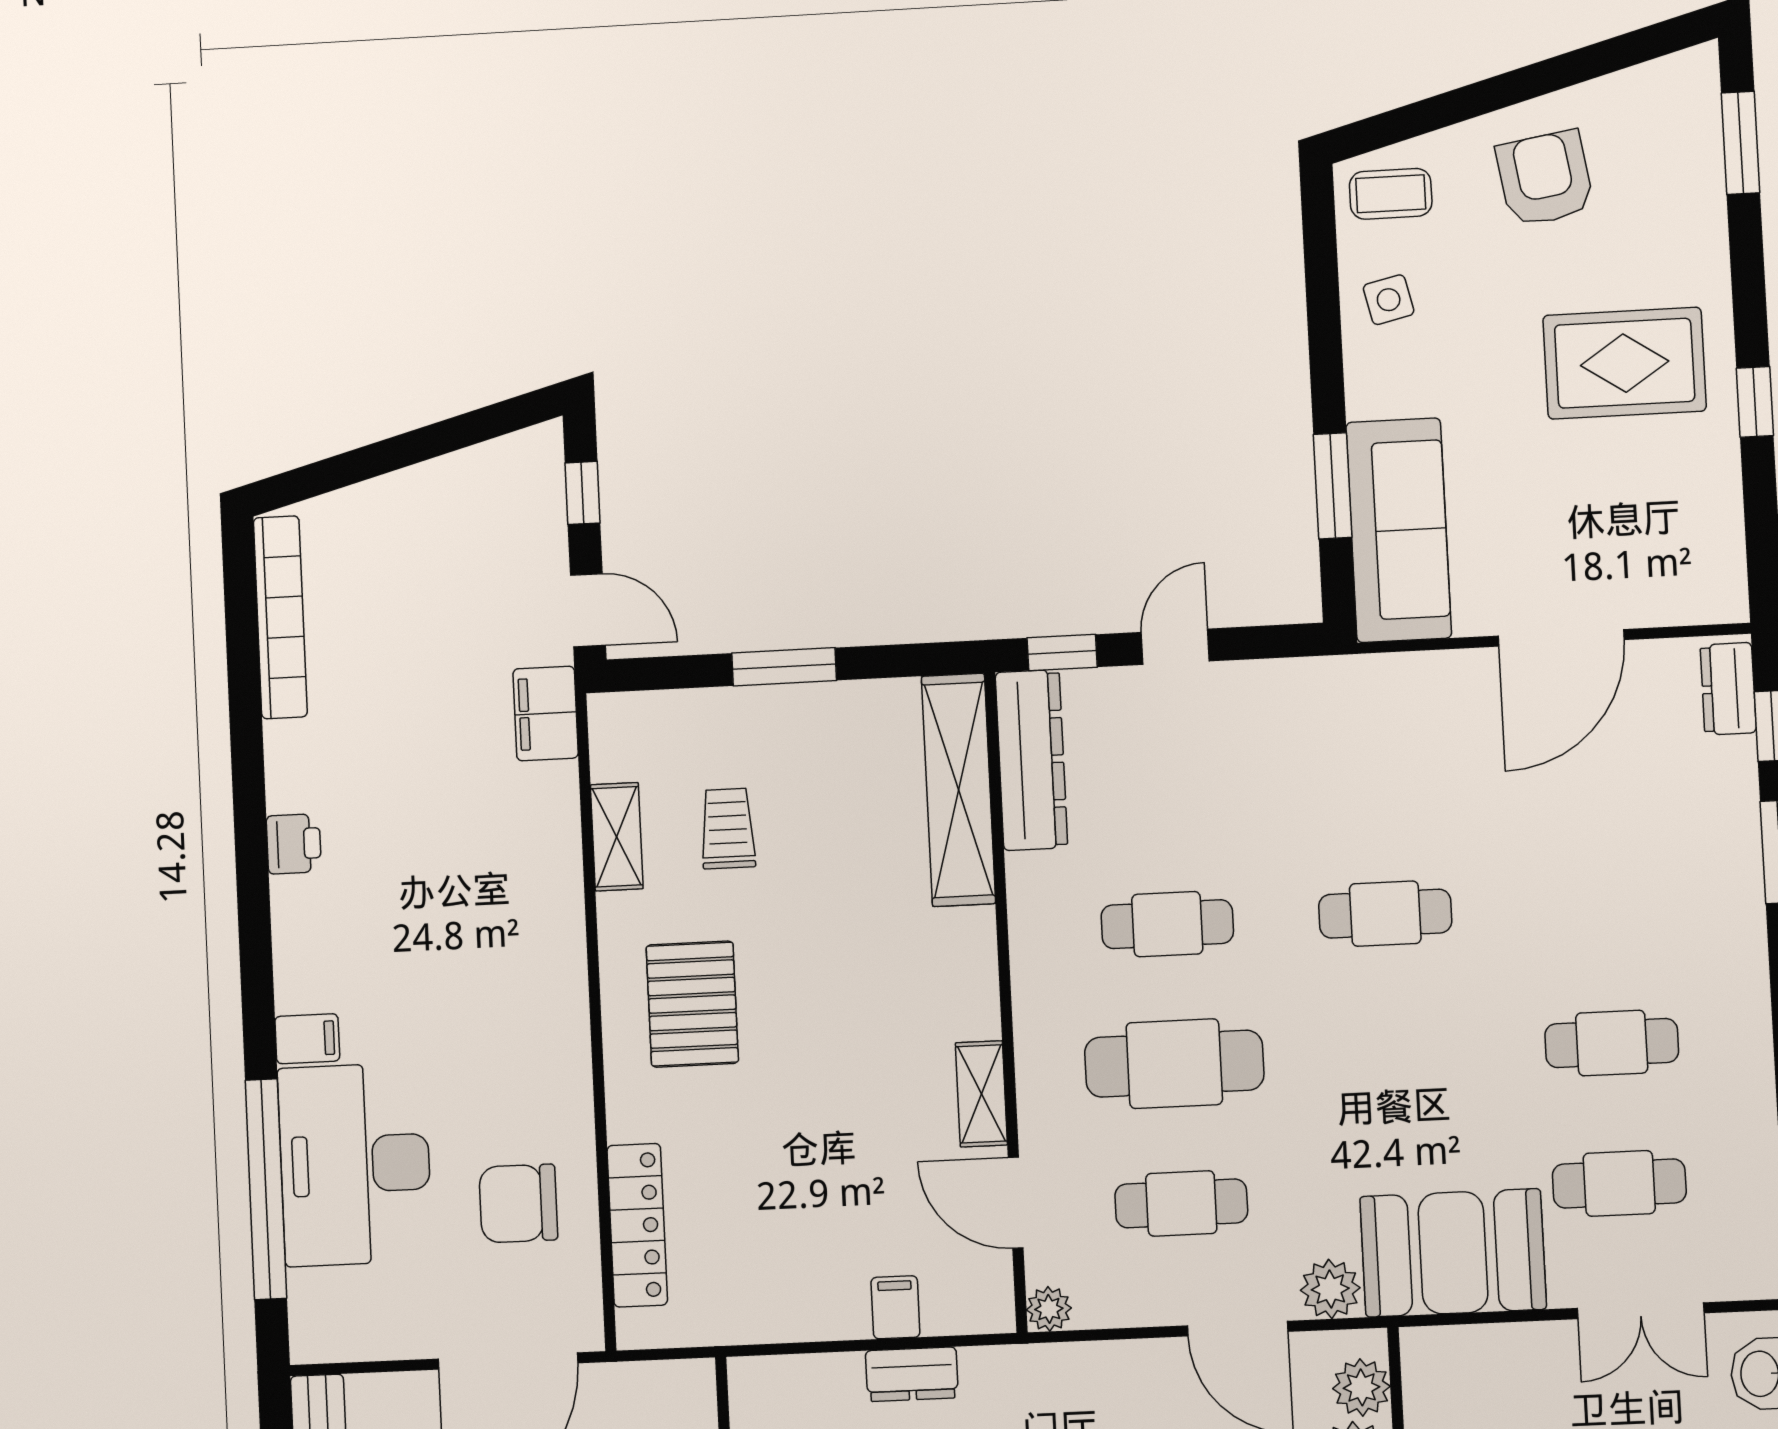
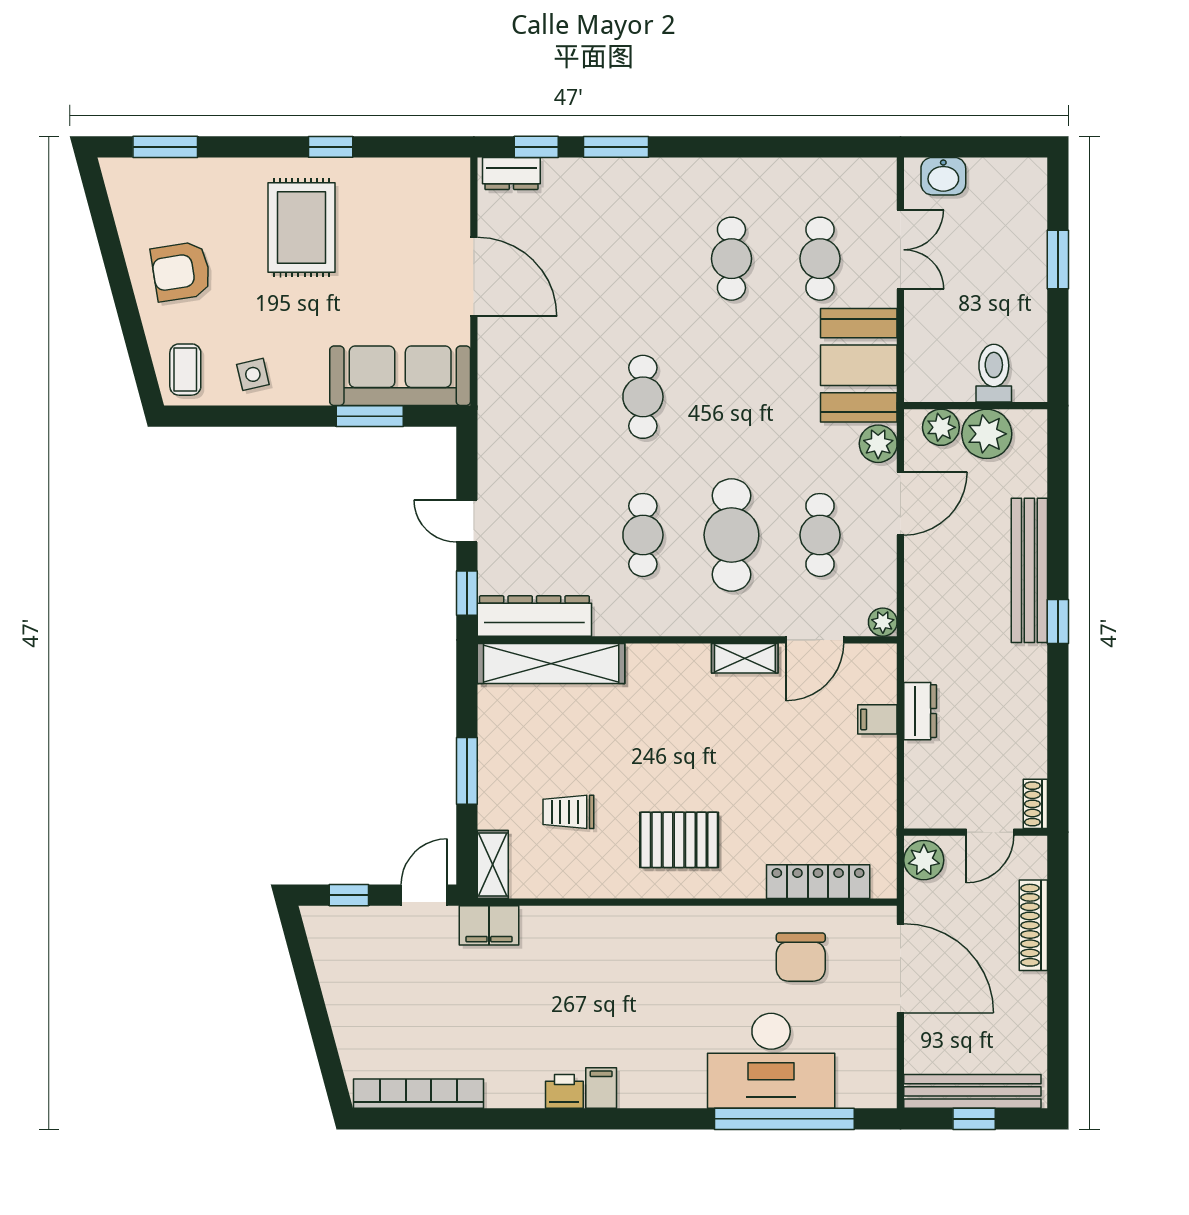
shelving: (617, 837) -> (493, 865), moved, turned 90
filing cabinet: (307, 1039) -> (601, 1088), moved
plant: (678, 1390) -> (924, 860), added

